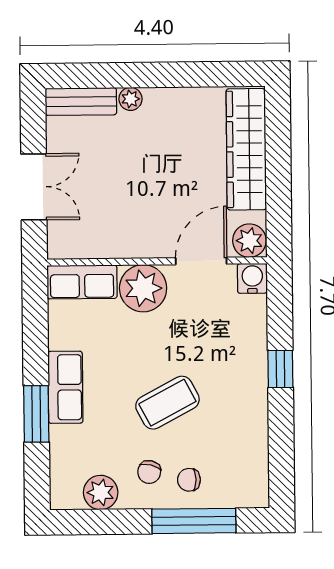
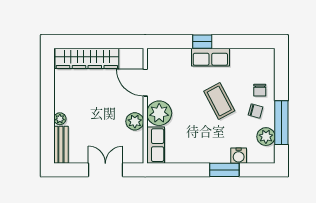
plant: (249, 241) -> (135, 121), moved
water cooler: (252, 278) -> (239, 156), moved, turned -90
row of seats: (65, 387) -> (210, 57), moved, turned 180
window: (194, 521) -> (281, 123), moved

